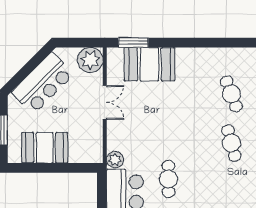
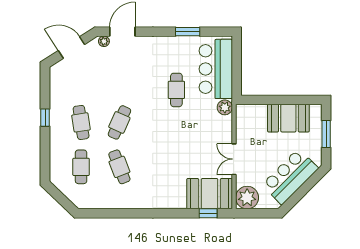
window: (133, 43) -> (208, 213), width x0.67
booth: (149, 64) -> (210, 194), moved
cafe table: (231, 143) -> (119, 122), turned 39

